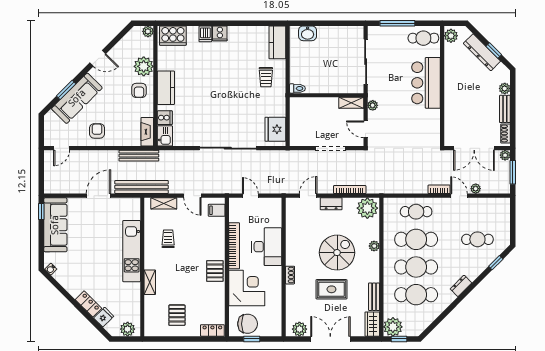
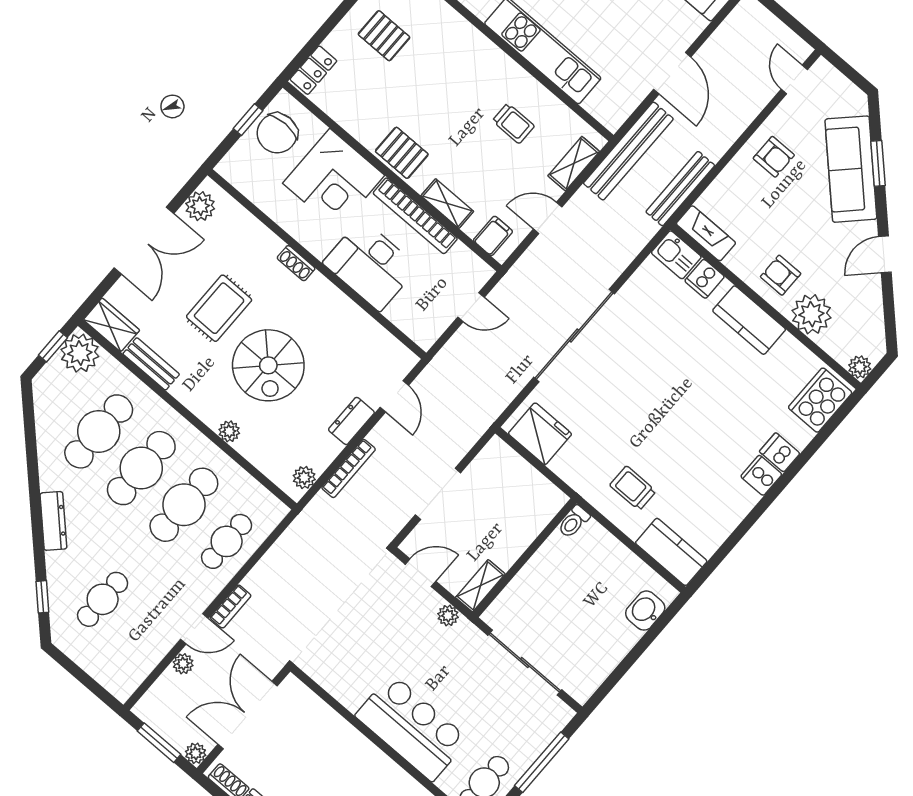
plant: (367, 208) -> (304, 478), width x0.53, depth x0.53
shelving: (150, 282) -> (447, 204), moved
dresser: (461, 286) -> (53, 521), width x1.44

